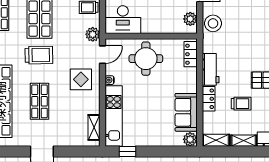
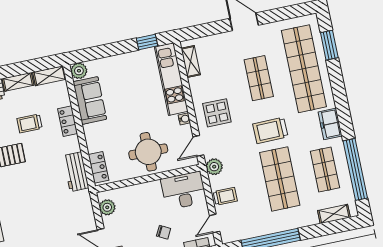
stool: (213, 23) -> (80, 208), removed
workbench: (211, 69) -> (76, 172), moved

